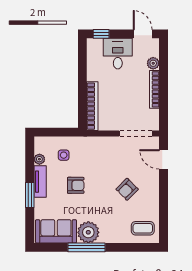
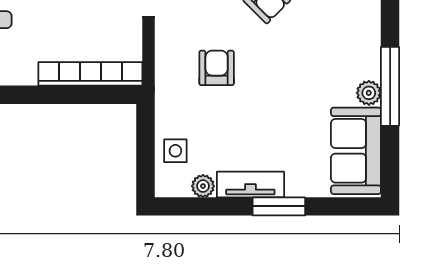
side table: (64, 155) -> (175, 151), moved
armchair: (76, 185) -> (217, 68), moved
plant: (88, 232) -> (369, 93), width x0.53, depth x0.53

